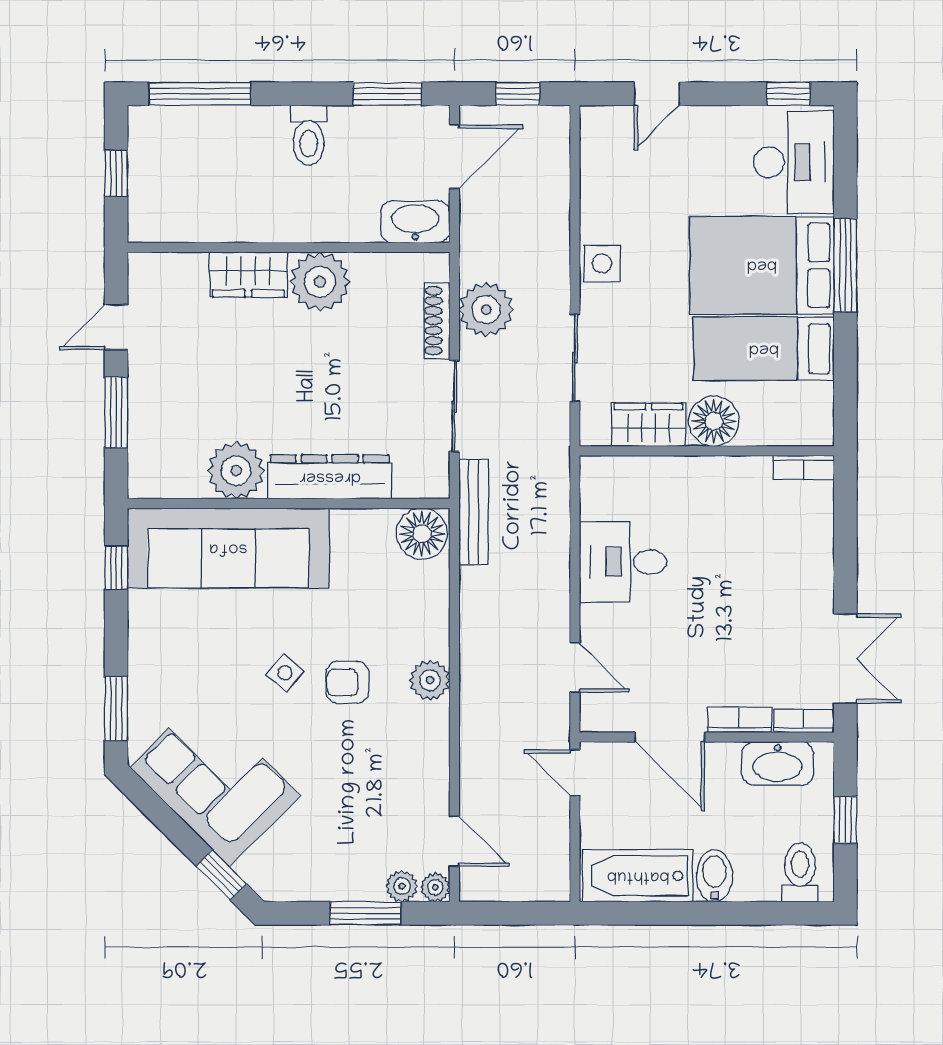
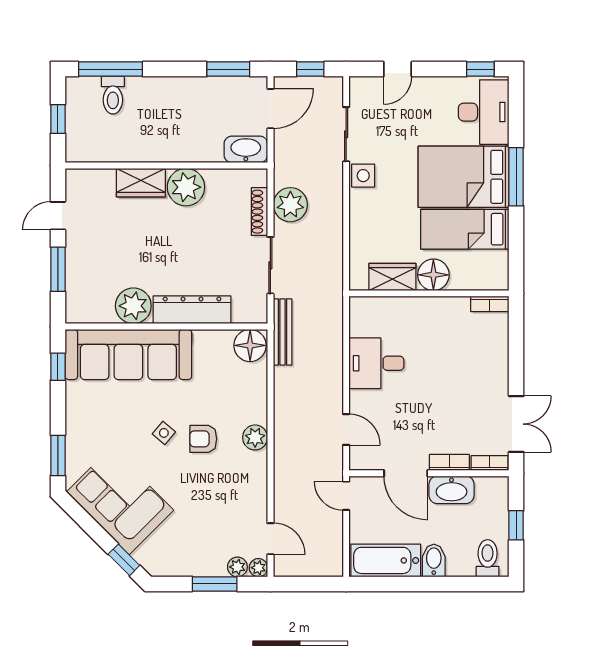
toilet: (309, 135) -> (113, 95), moved
sliding door: (575, 358) -> (346, 134), moved
washbasin: (778, 763) -> (452, 490), moved

